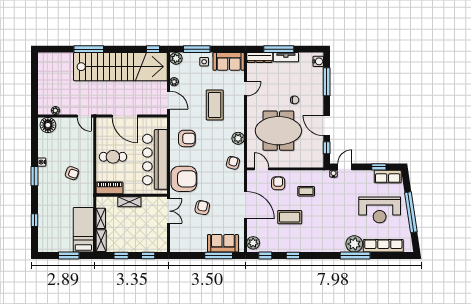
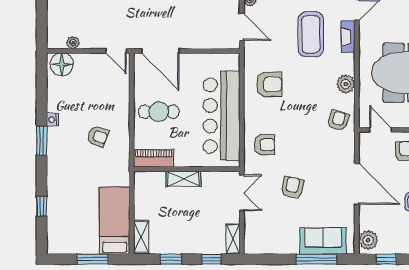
fireplace: (240, 107) -> (348, 37), added
door: (125, 116) -> (160, 51), moved
armchair: (184, 179) -> (265, 145), width x0.53, depth x0.53
shelving: (101, 218) -> (233, 239), moved

